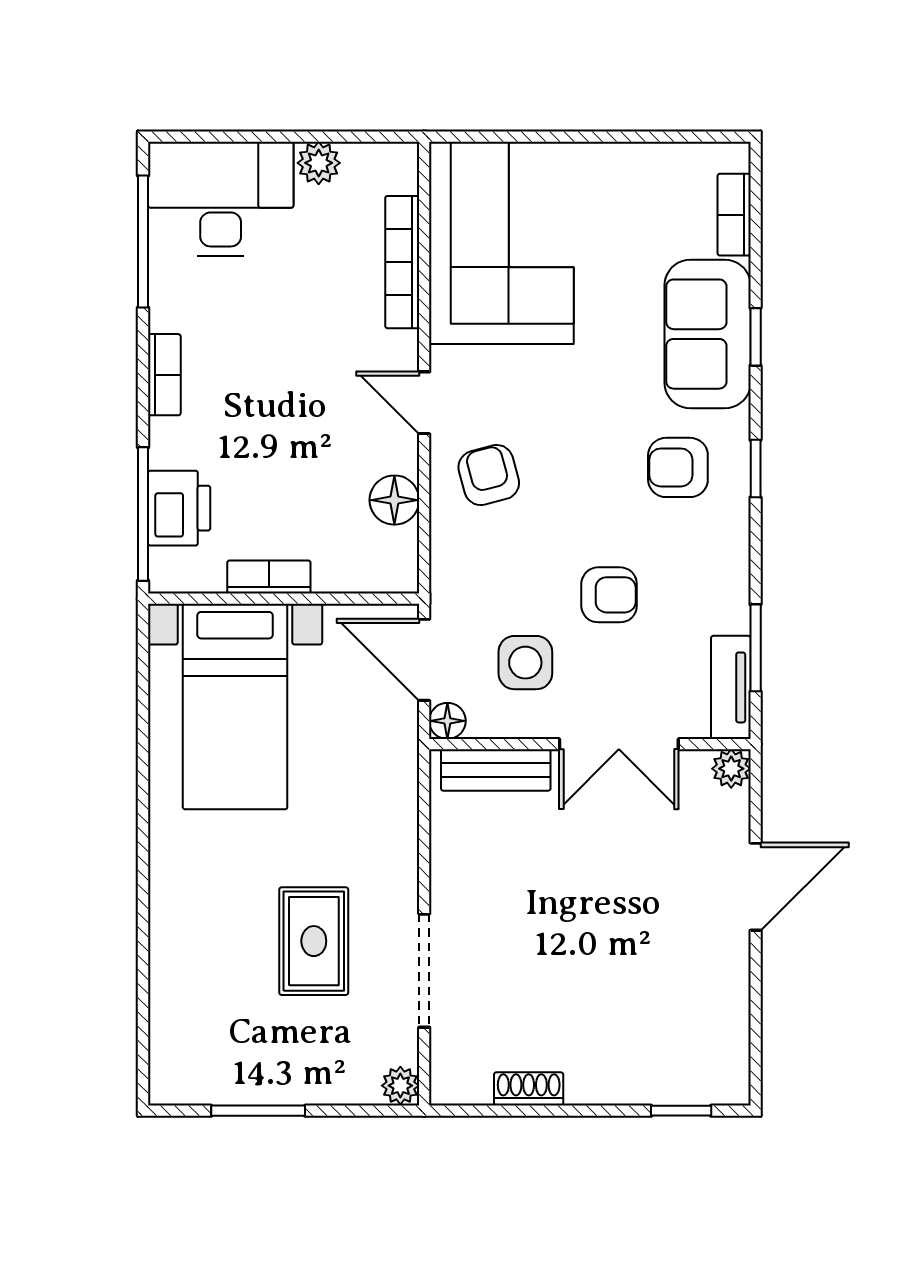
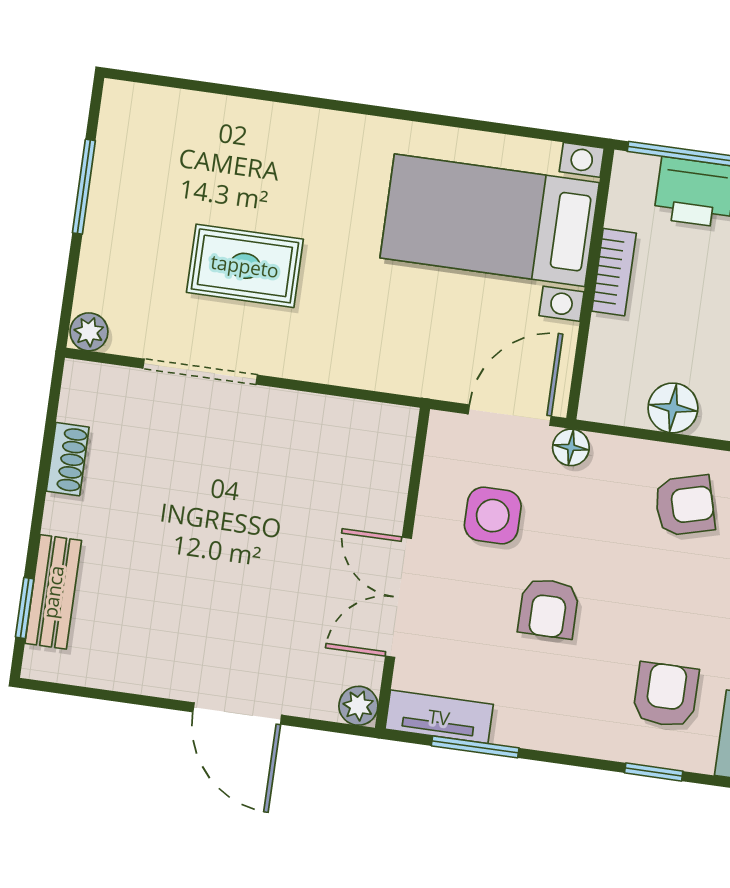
floor lamp: (447, 721) -> (571, 447), moved
bench: (496, 770) -> (53, 592), moved

